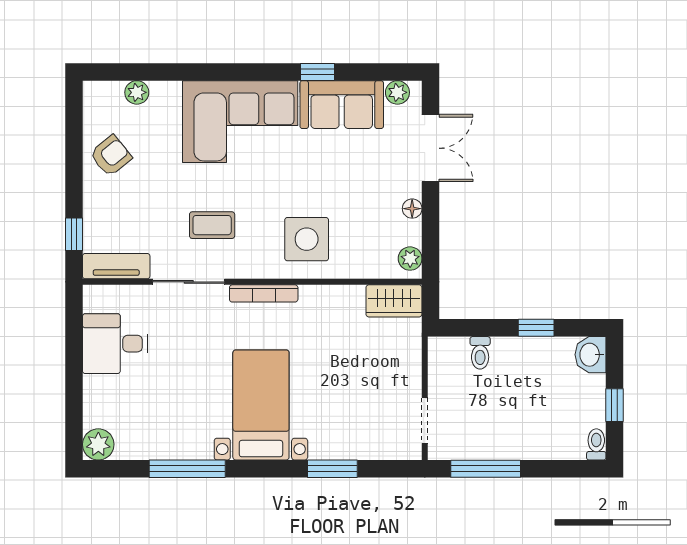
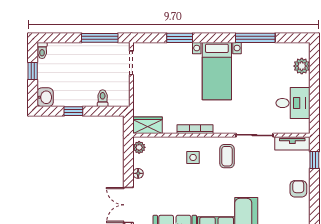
armchair: (111, 156) -> (298, 189), moved, turned 129
coffee table: (212, 225) -> (227, 156), moved, turned 90
side table: (307, 239) -> (193, 157), width x0.54, depth x0.54
bookcase: (264, 293) -> (195, 129), moved
plant: (98, 444) -> (302, 66), moved

